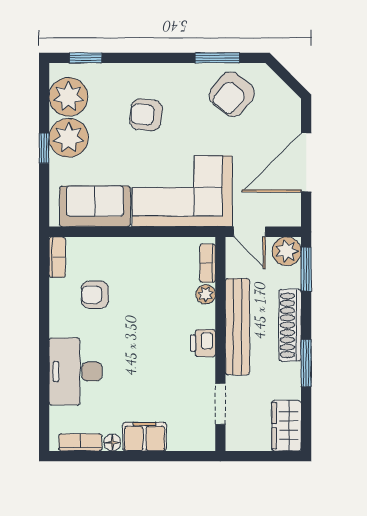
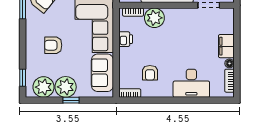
armchair: (146, 115) -> (53, 45), turned 83
plant: (206, 294) -> (154, 18), width x1.87, depth x1.87
printer: (203, 343) -> (126, 39), moved, turned -90

